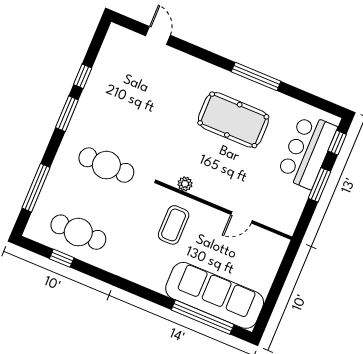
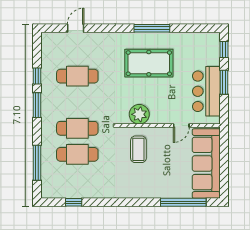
door: (158, 35) -> (76, 28), hinge flipped
cafe table: (134, 98) -> (77, 76), added
bar counter: (307, 151) -> (206, 91), moved
plant: (185, 184) -> (139, 114), width x1.88, depth x1.88
cafe table: (78, 232) -> (77, 154), moved
sofa: (215, 295) -> (206, 164), moved, turned -90

